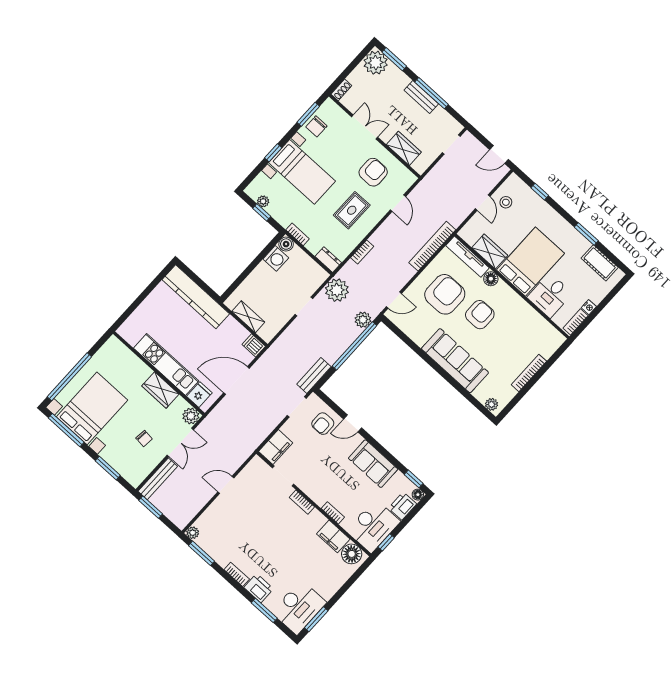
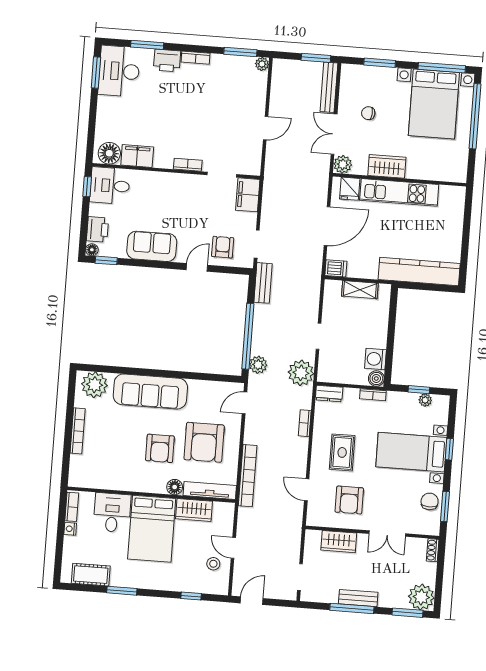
plant: (491, 404) -> (95, 385), width x1.87, depth x1.87
bookcase: (333, 513) -> (154, 176), removed
desk: (373, 526) -> (110, 186), width x0.73

